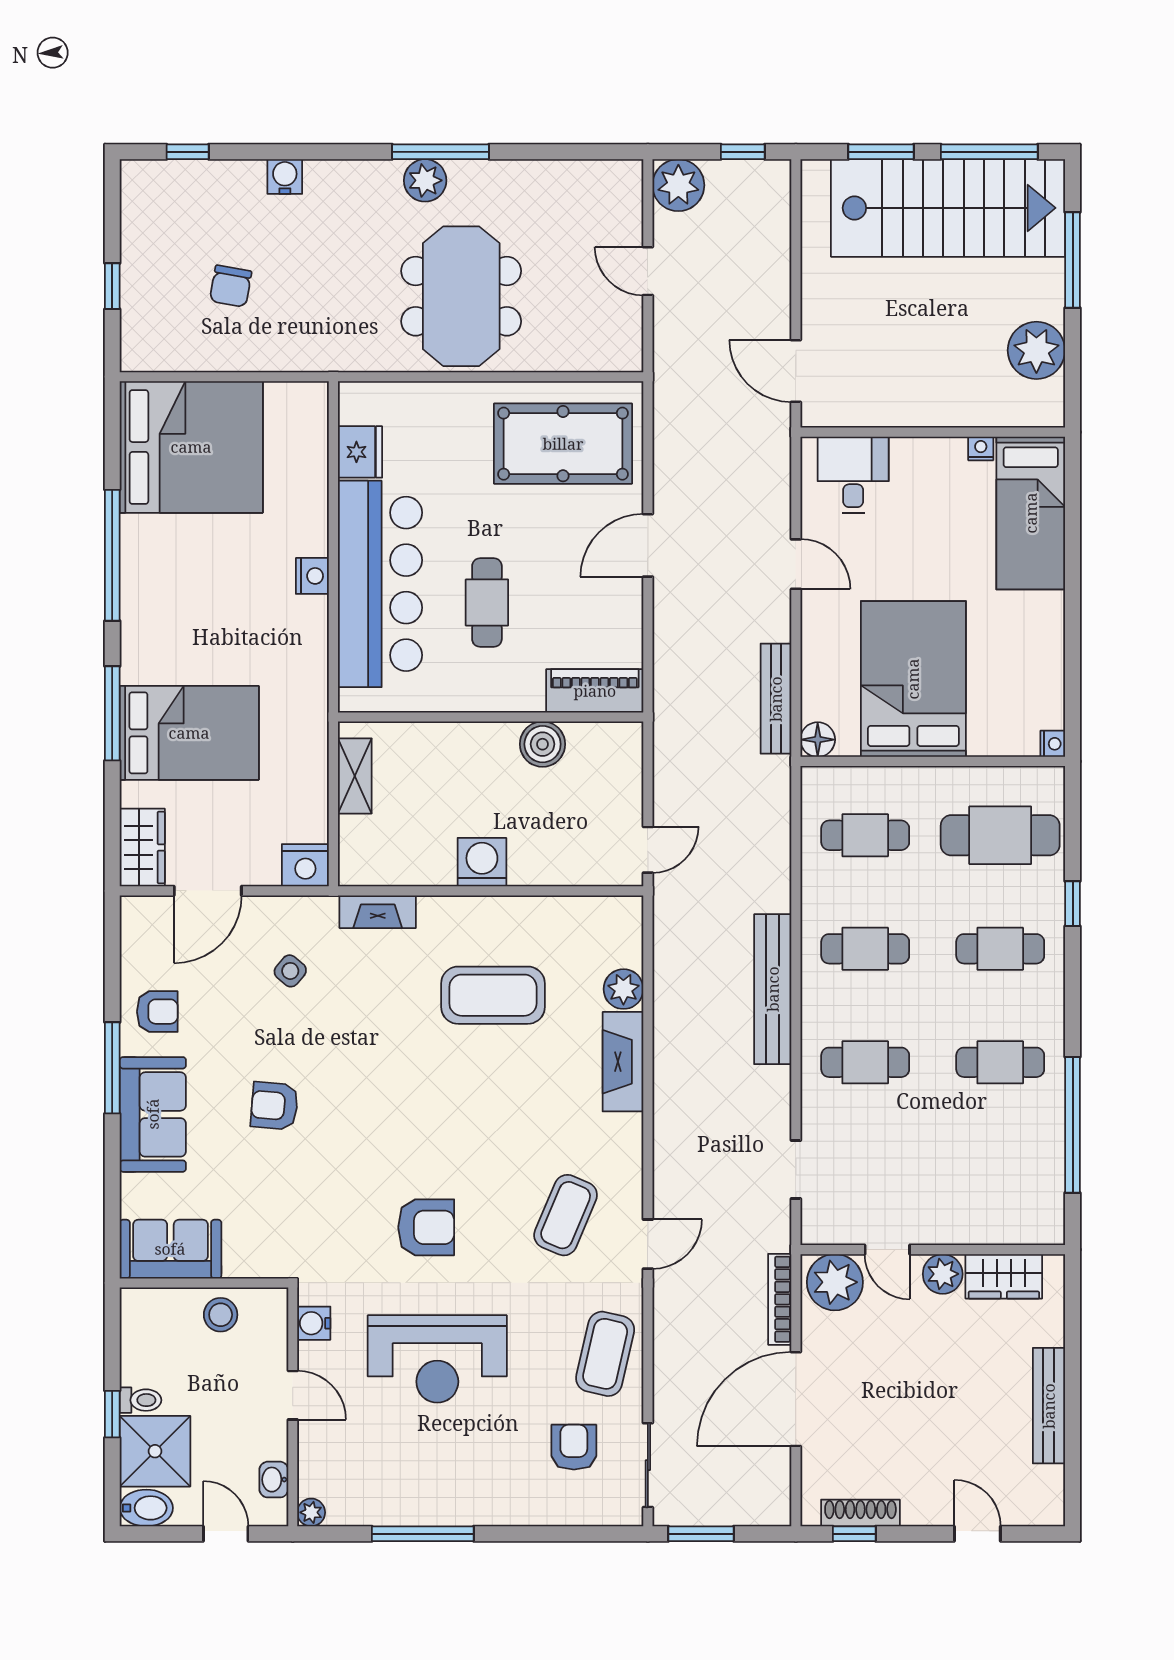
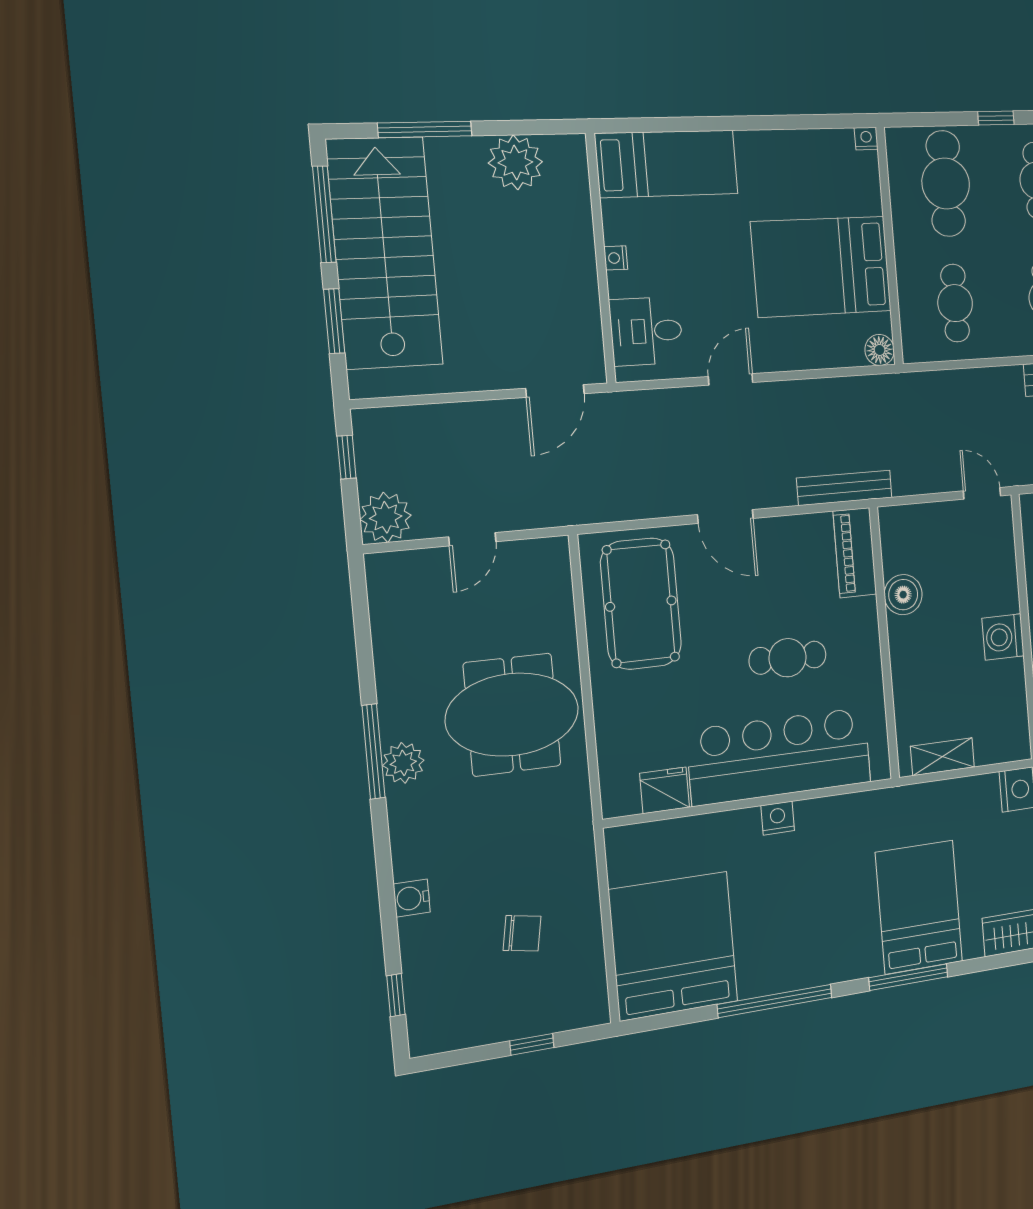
nightstand: (981, 448) -> (616, 258), moved
bench: (776, 699) -> (844, 488), moved

